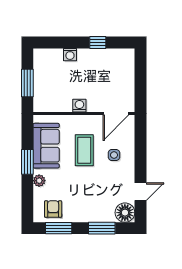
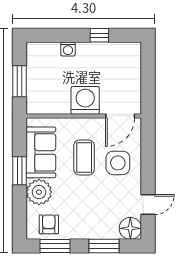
washing machine: (79, 106) -> (85, 100), width x1.89, depth x1.89
side table: (114, 155) -> (118, 163), width x1.87, depth x1.87
plant: (39, 181) -> (39, 192), width x1.88, depth x1.88

